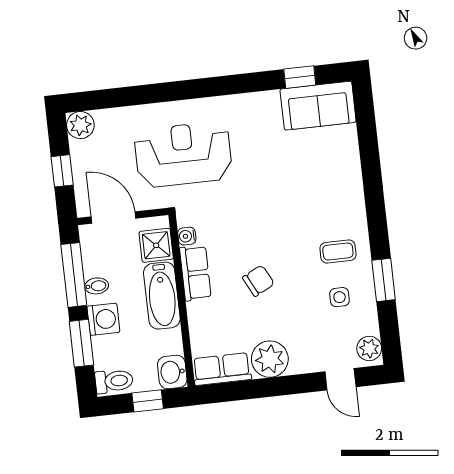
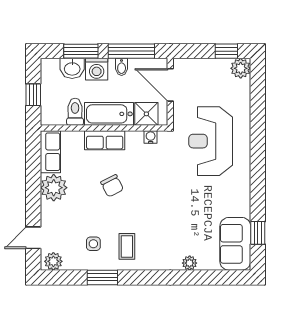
reception desk: (183, 154) -> (211, 141), turned 180
plant: (351, 165) -> (190, 263), added
window: (62, 171) -> (226, 51), moved
door: (113, 218) -> (170, 85), swing flipped
row of seats: (195, 273) -> (105, 140), moved
washbasin: (172, 372) -> (72, 68), moved, turned 180
toilet: (114, 381) -> (75, 112), moved, turned 180

